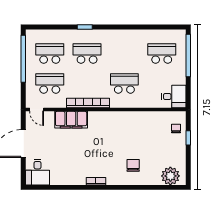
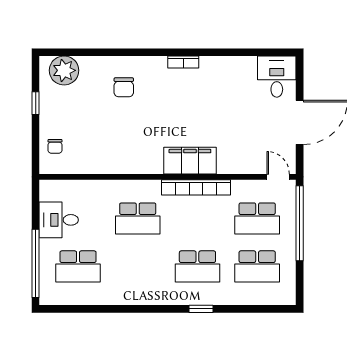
window: (23, 59) -> (300, 223), moved
desk: (174, 96) -> (59, 220), moved
filing cabinet: (71, 120) -> (190, 161), moved
window: (188, 138) -> (36, 103), moved

